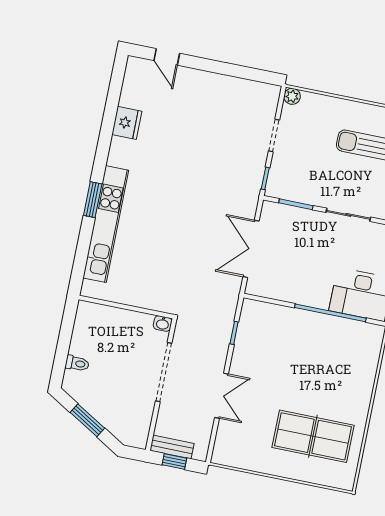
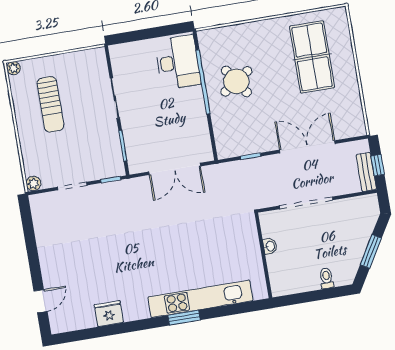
washbasin: (163, 323) -> (270, 246), moved
round table: (318, 348) -> (236, 81), added
double door: (221, 396) -> (307, 147), width x1.37

